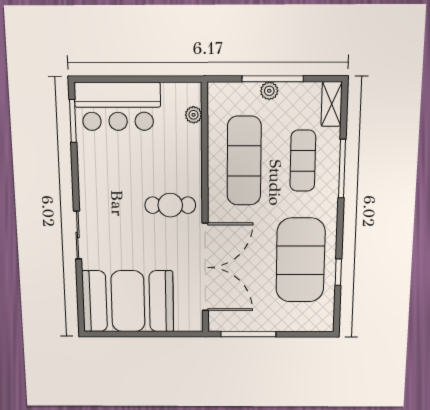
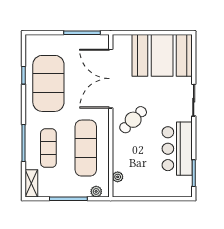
plant: (269, 91) -> (96, 191), moved
bar counter: (118, 106) -> (177, 149), moved, turned -90
cafe table: (170, 205) -> (133, 120), turned -45

